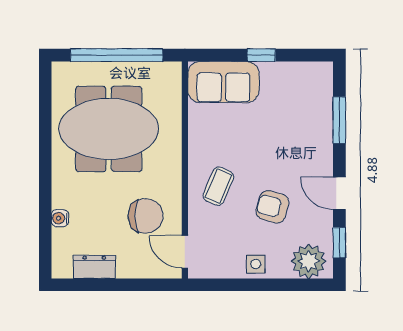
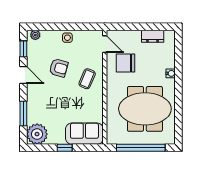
plant: (313, 81) -> (37, 134), added
water cooler: (60, 218) -> (171, 73), moved
plant: (309, 261) -> (35, 35), width x0.53, depth x0.53

